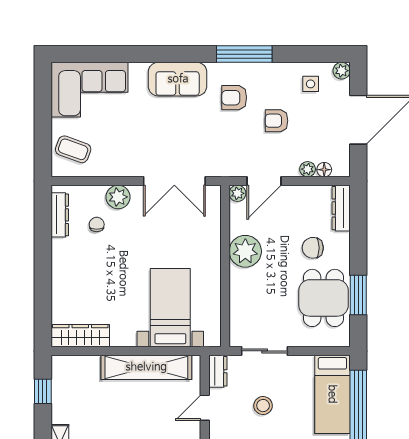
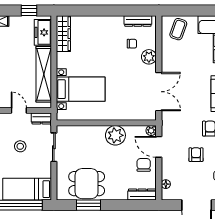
plant: (308, 169) -> (166, 174), removed
double door: (174, 181) -> (159, 92), swing flipped
chair: (313, 248) -> (144, 165), moved
freezer: (78, 369) -> (43, 32), added

